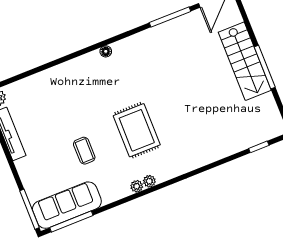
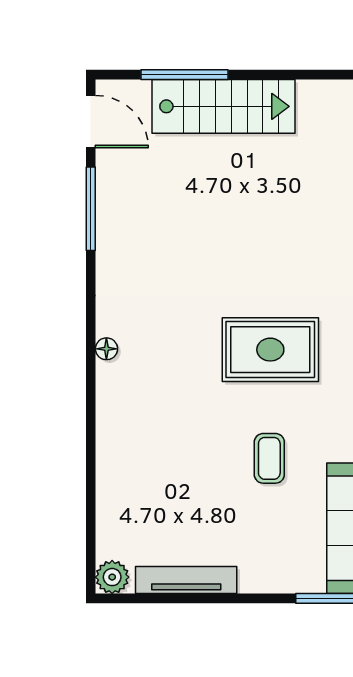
window: (265, 67) -> (184, 75), moved
coffee table: (84, 151) -> (269, 458), turned 90

